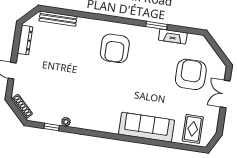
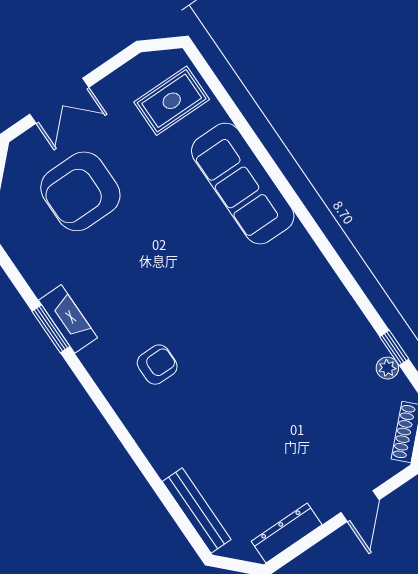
fireplace: (173, 36) -> (68, 319), moved
armchair: (115, 48) -> (157, 365), width x0.53, depth x0.53
plant: (66, 122) -> (387, 368), moved

